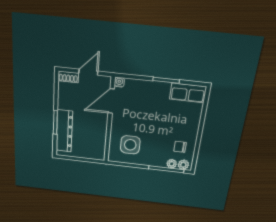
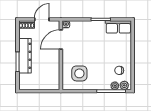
dresser: (64, 131) -> (25, 56), moved

